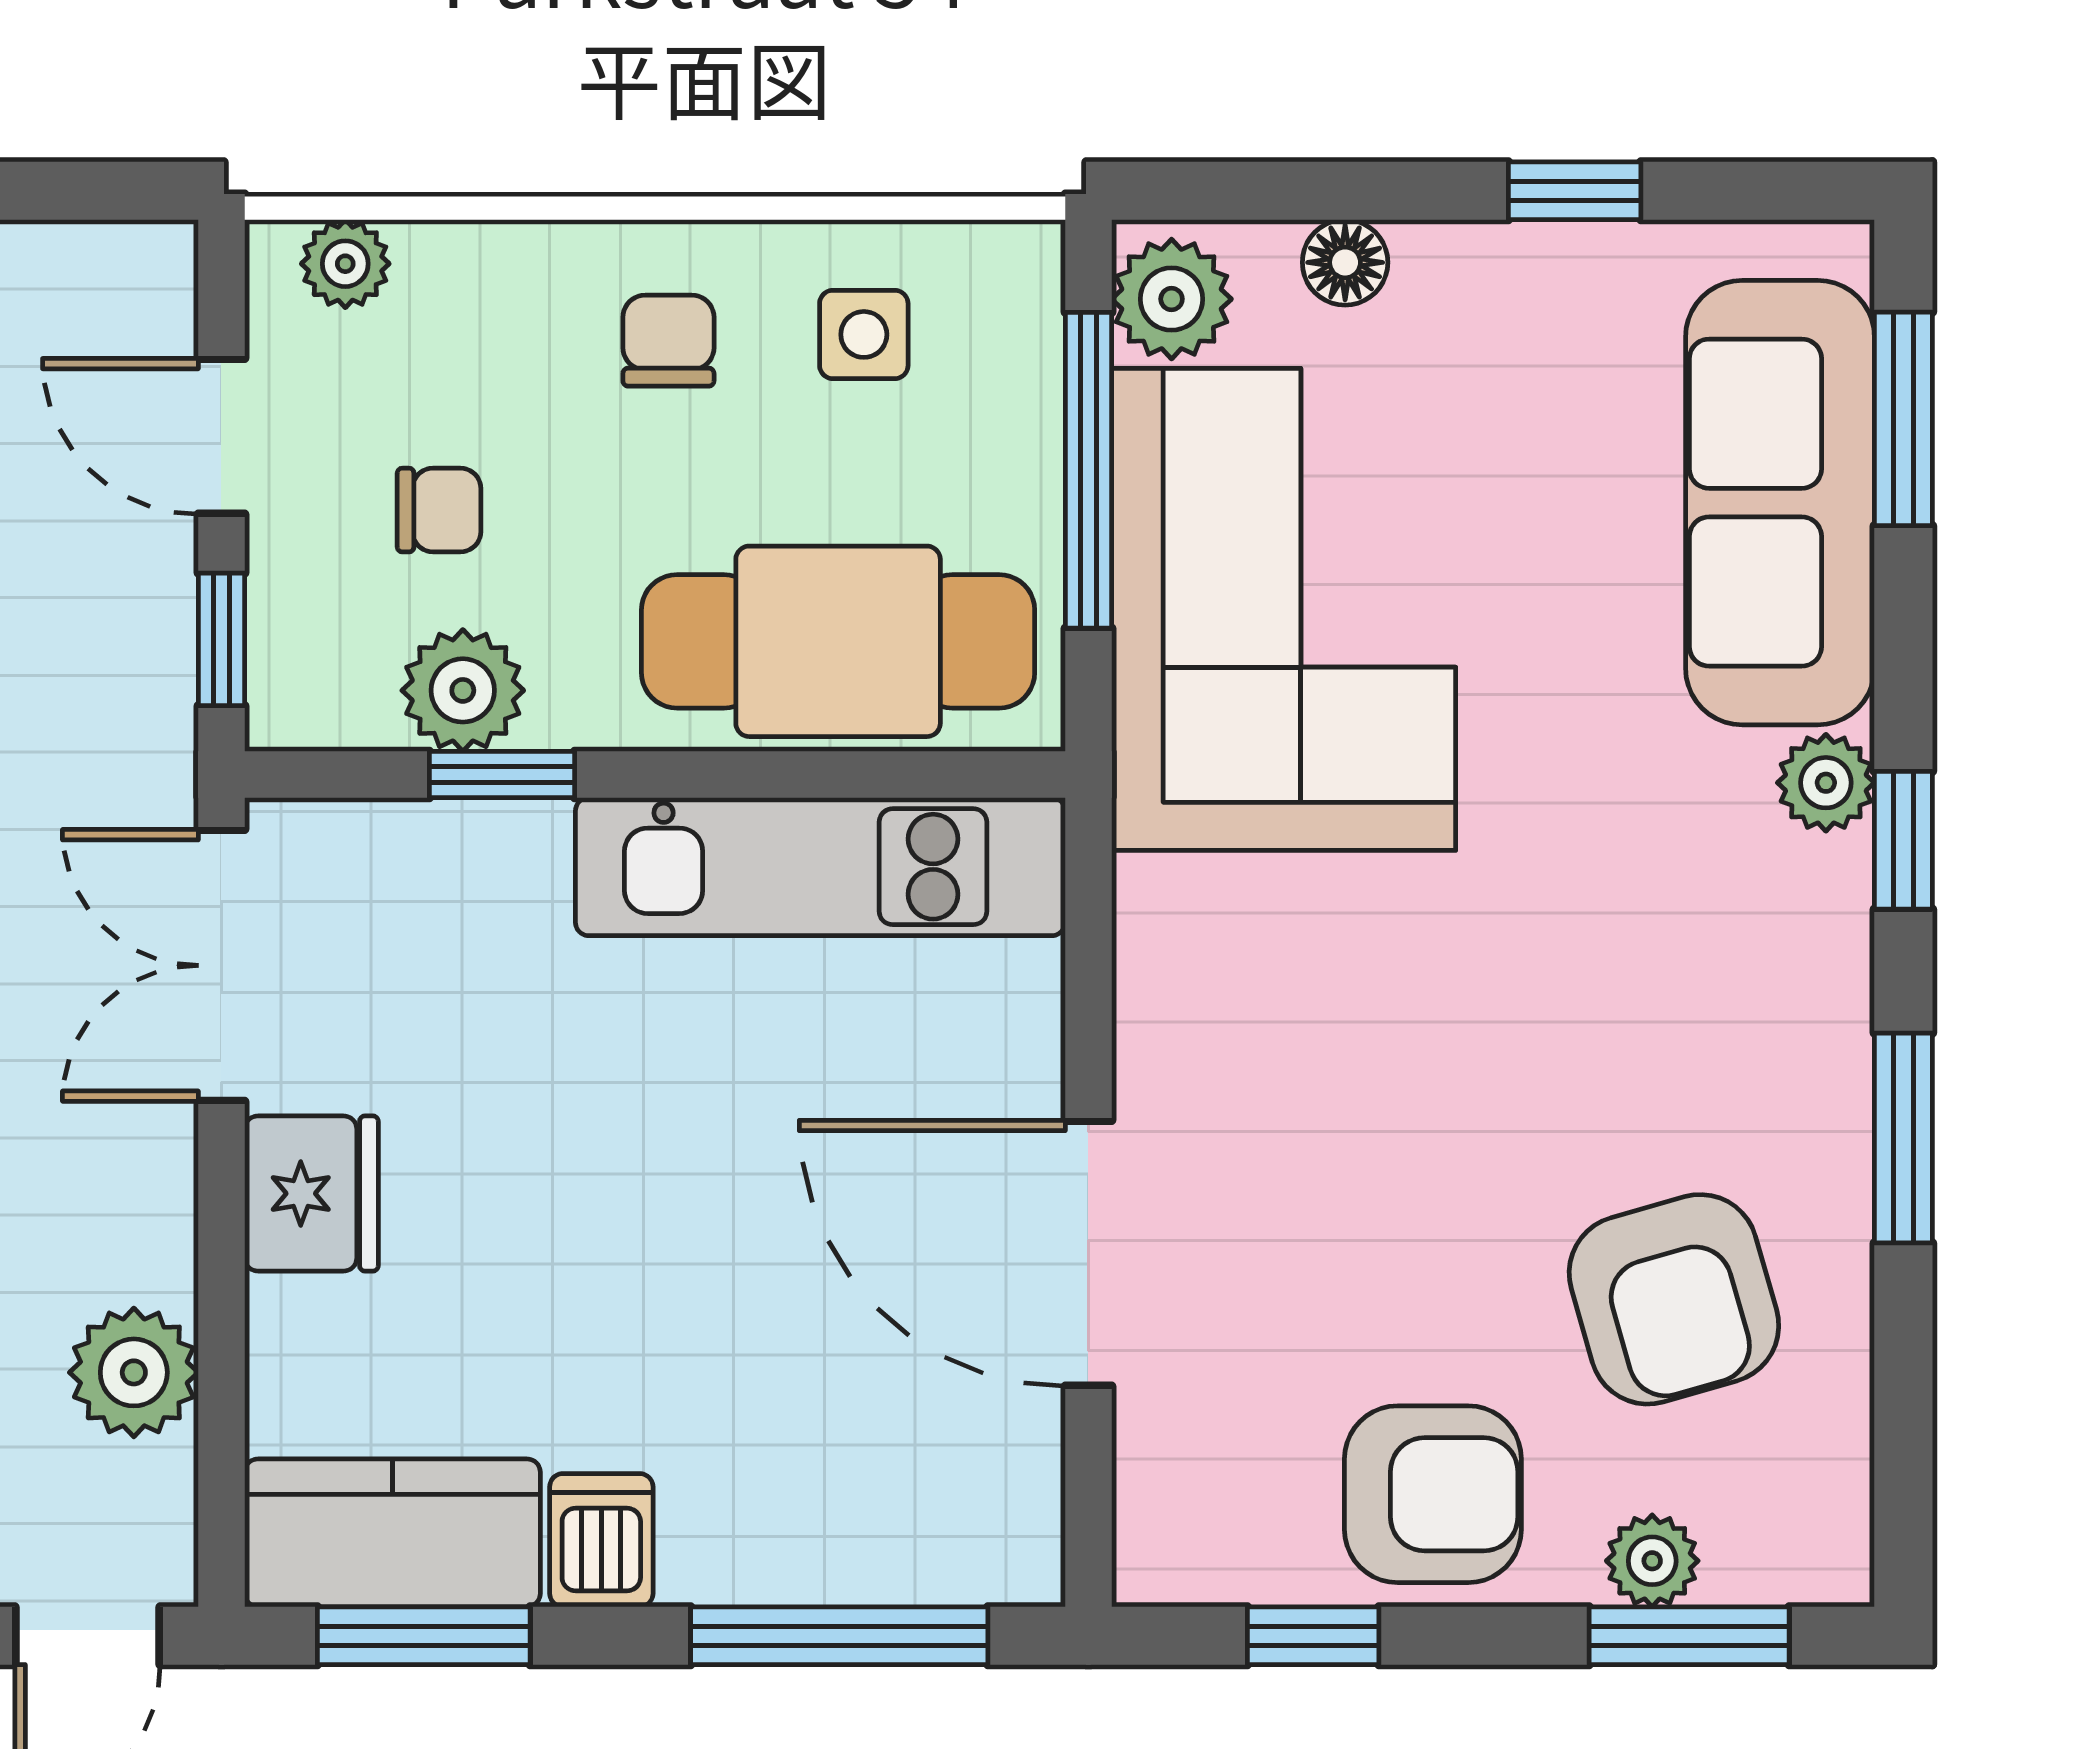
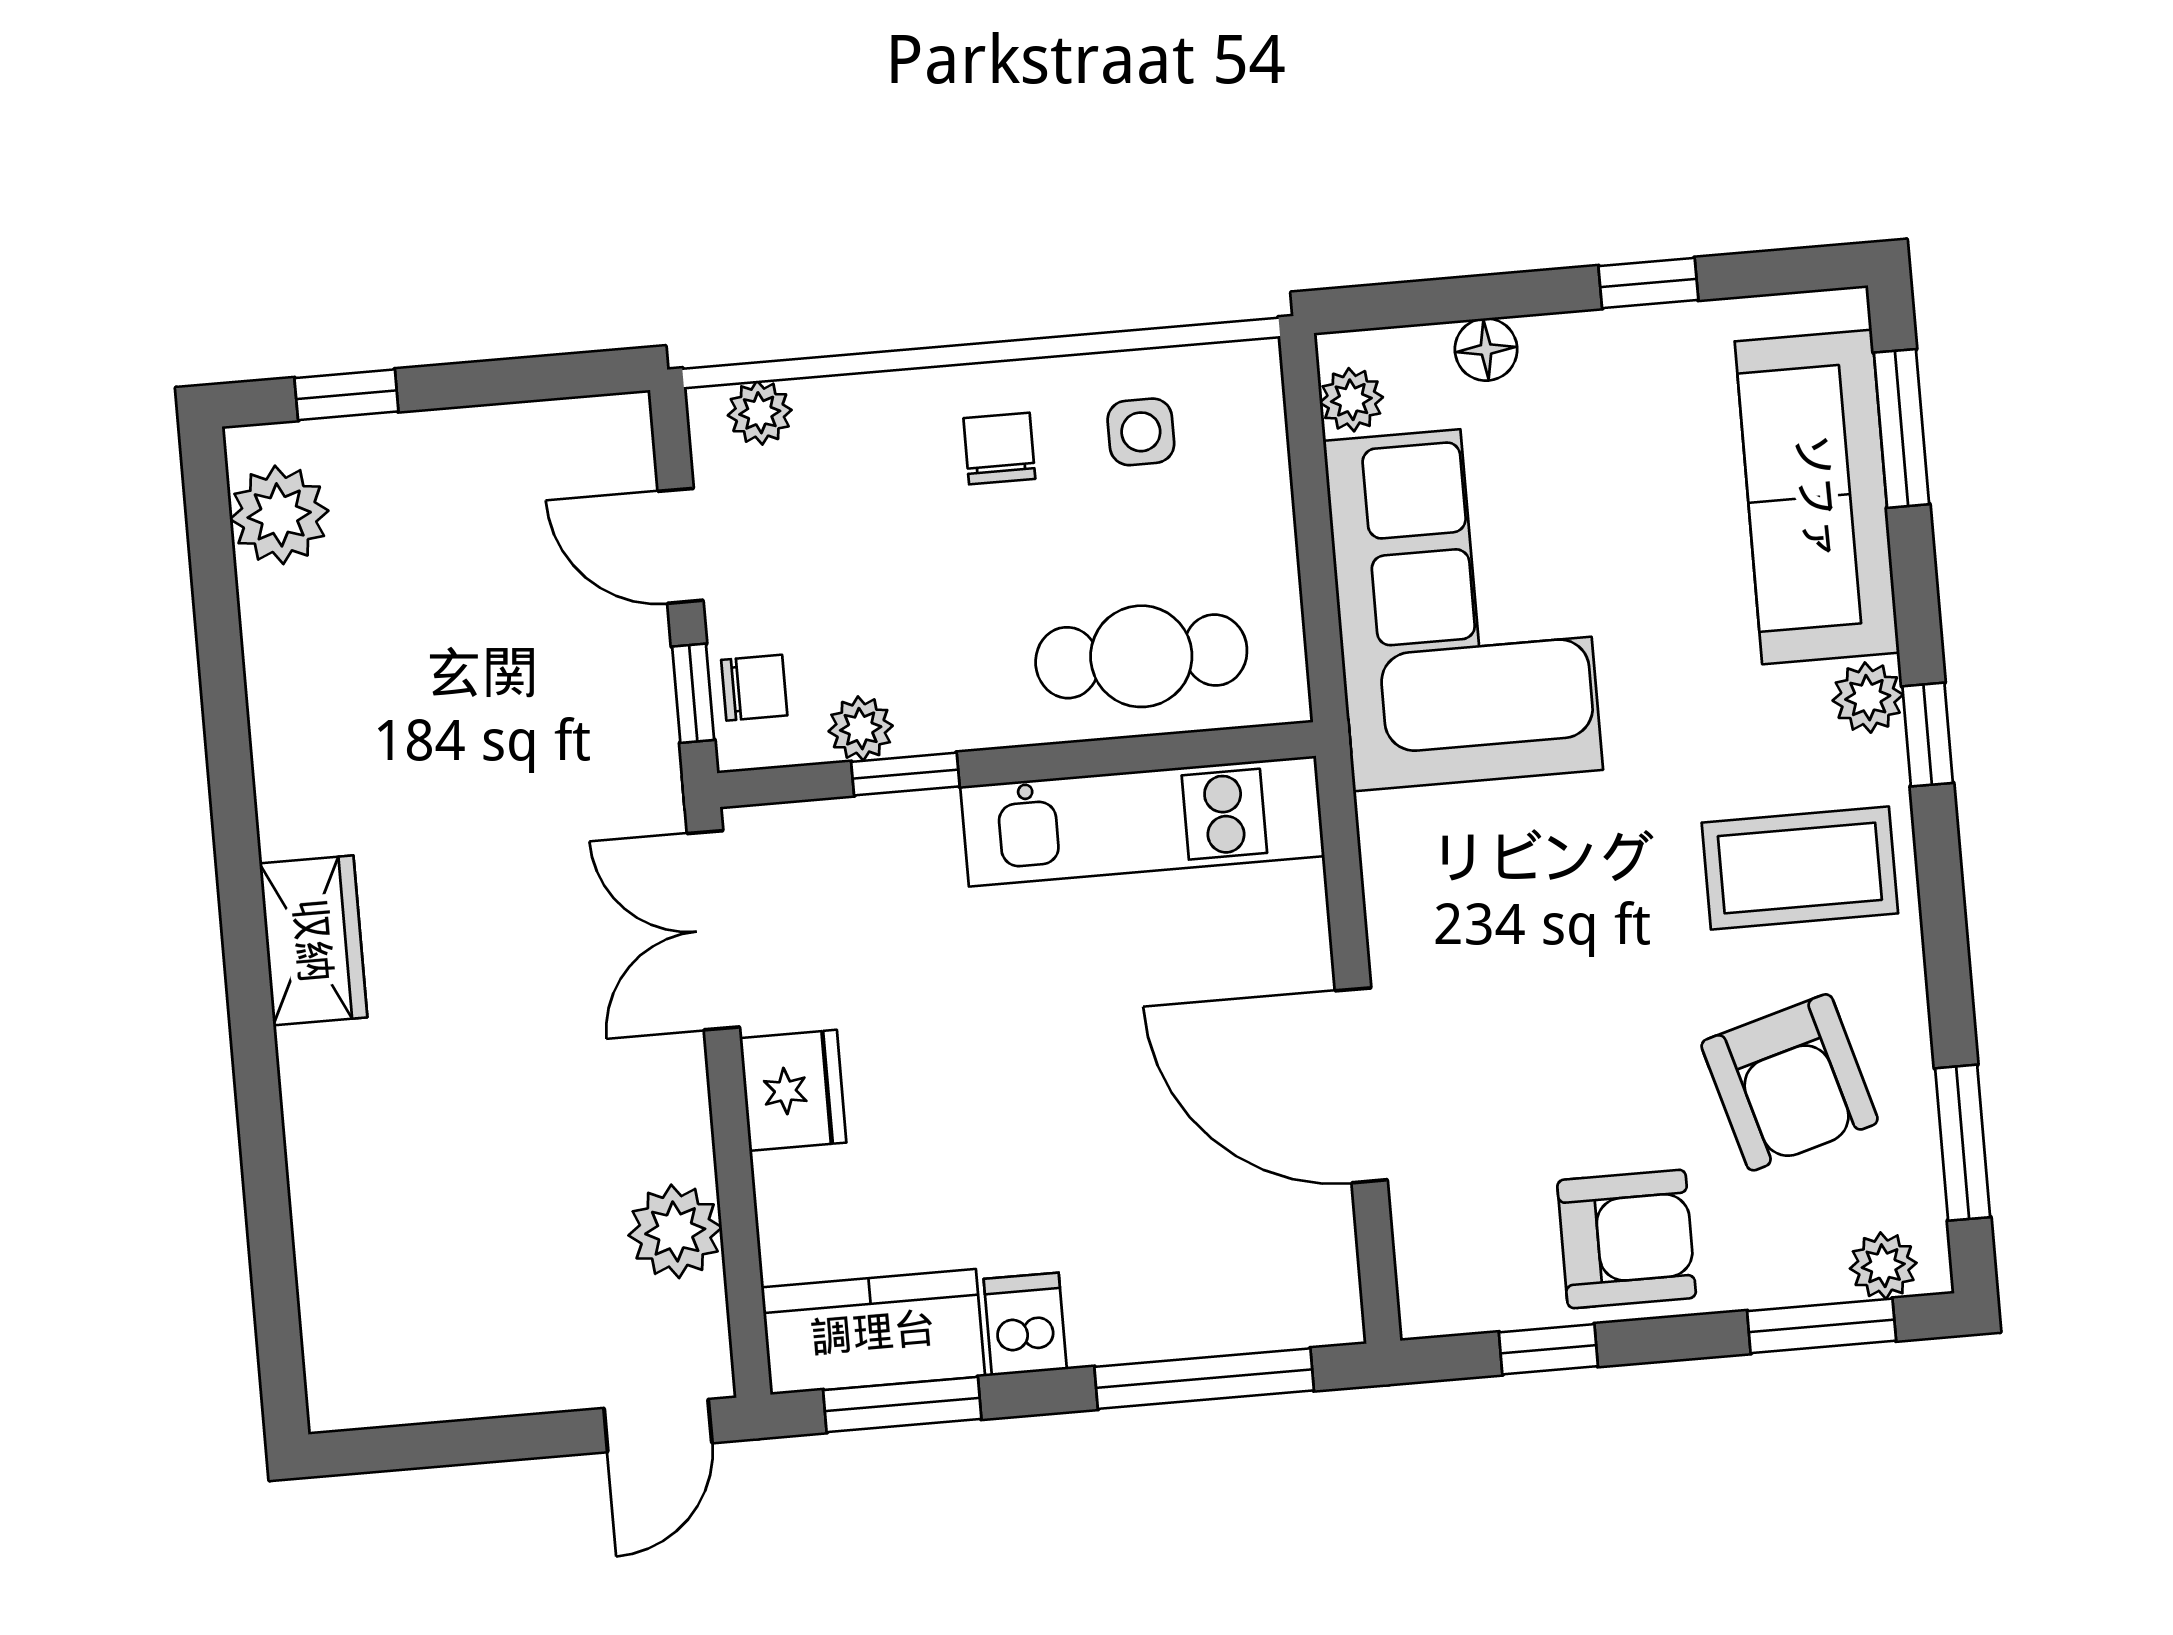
plant: (1172, 299) -> (1351, 400), width x0.73, depth x0.73
window: (1088, 470) -> (1313, 517), removed
chair: (439, 510) -> (754, 688), moved
cafe table: (838, 641) -> (1141, 656), width x0.73, depth x0.74
plant: (463, 690) -> (861, 729), width x0.73, depth x0.73
coffee table: (1713, 1008) -> (1800, 868), added
window: (1903, 1138) -> (1963, 1143), moved
plant: (1652, 1561) -> (1883, 1266), moved

